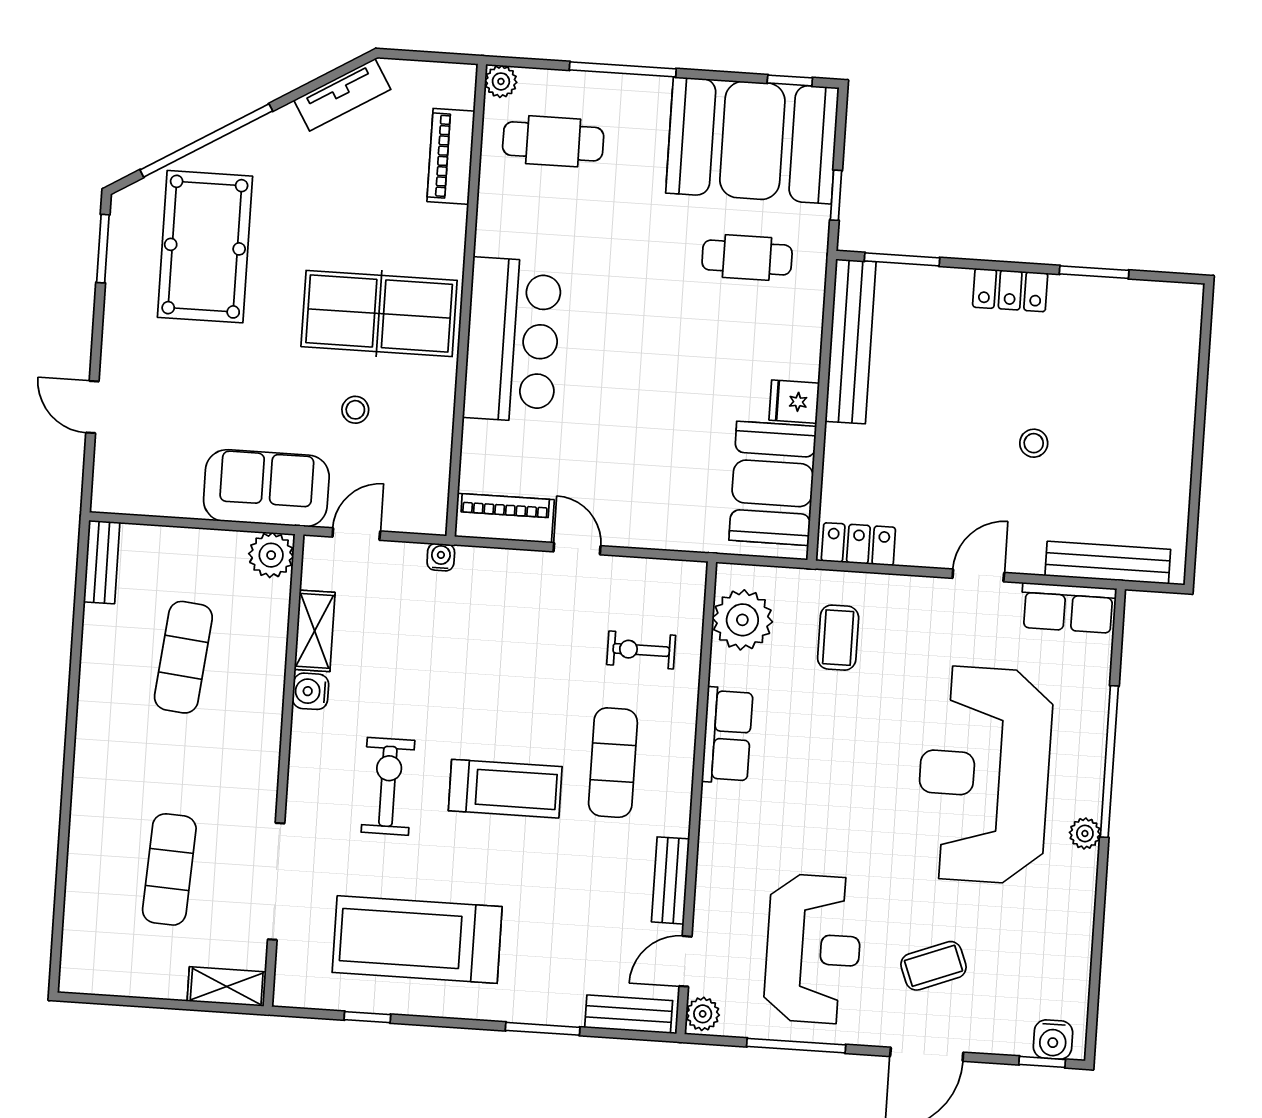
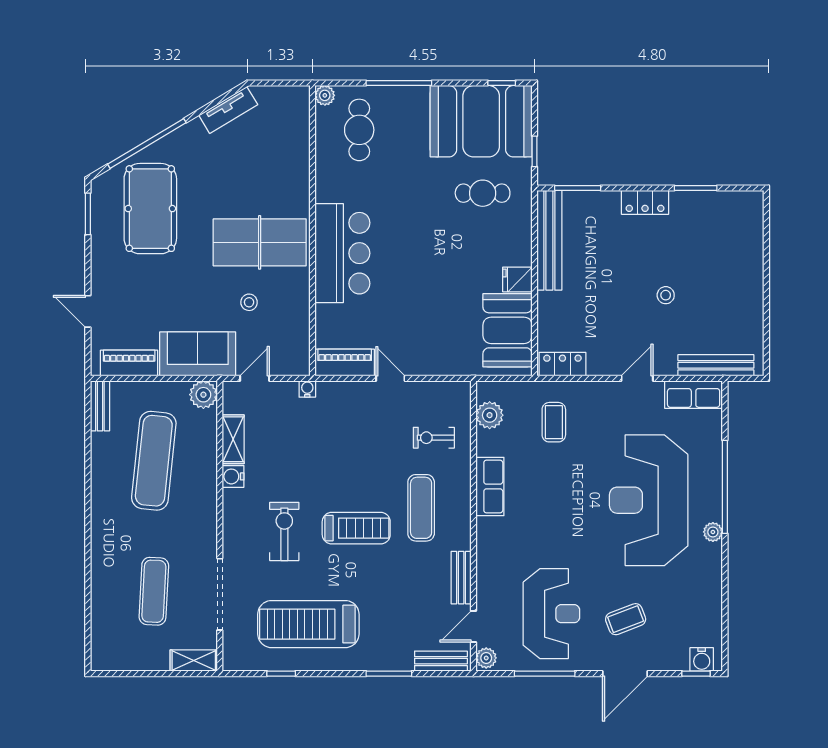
cafe table: (553, 141) -> (359, 130), turned 90
piano: (451, 156) -> (129, 363), moved, turned 90
plant: (742, 620) -> (490, 415), width x0.73, depth x0.73
exercise mat: (183, 657) -> (154, 461), width x1.36, depth x1.45

